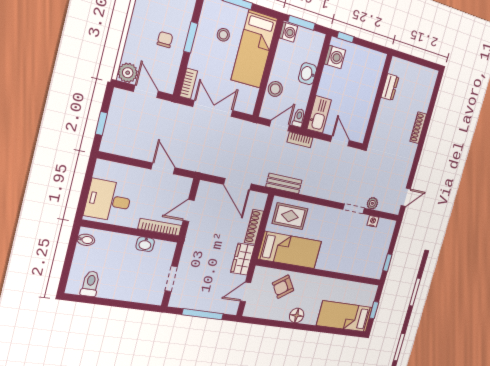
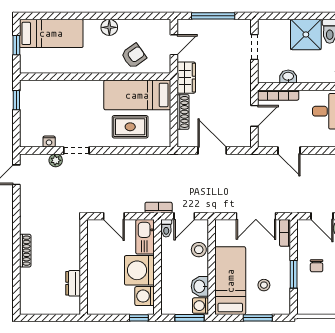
washbasin: (308, 74) -> (200, 286), moved, turned 180
washing machine: (333, 83) -> (139, 270), added
bench: (284, 183) -> (163, 161), removed
rug: (290, 216) -> (130, 127), moved
shower: (116, 284) -> (306, 34), added

